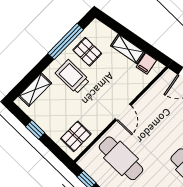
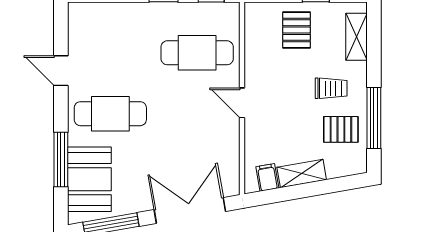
trolley: (72, 77) -> (331, 88), width x0.73, depth x0.72
pallet: (76, 136) -> (297, 30), moved

